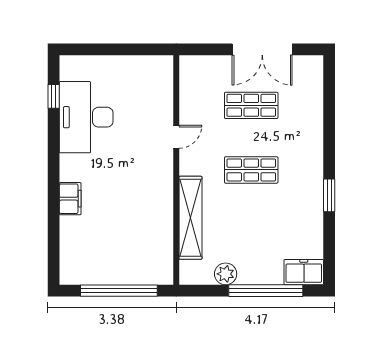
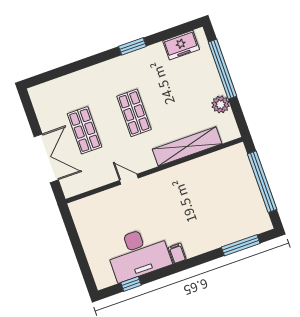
double door: (262, 49) -> (46, 158), moved
filing cabinet: (70, 199) -> (177, 253), moved, width x0.50
window: (54, 240) -> (241, 245), added
freezer: (304, 272) -> (181, 45), moved, turned -90

